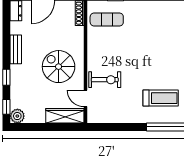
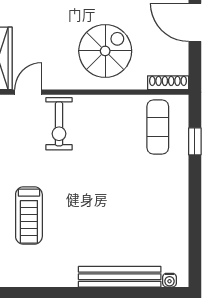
spiral stairs: (59, 67) -> (105, 51), moved

